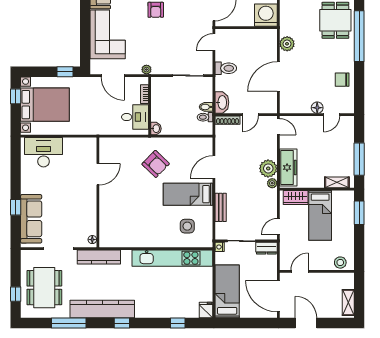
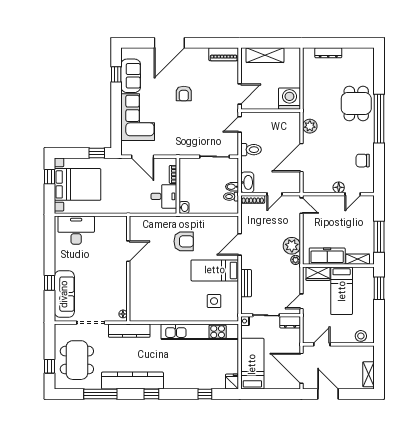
plant: (146, 70) -> (175, 151), removed
armchair: (156, 164) -> (184, 241), turned -44
freezer: (288, 168) -> (327, 256), moved, turned -90

